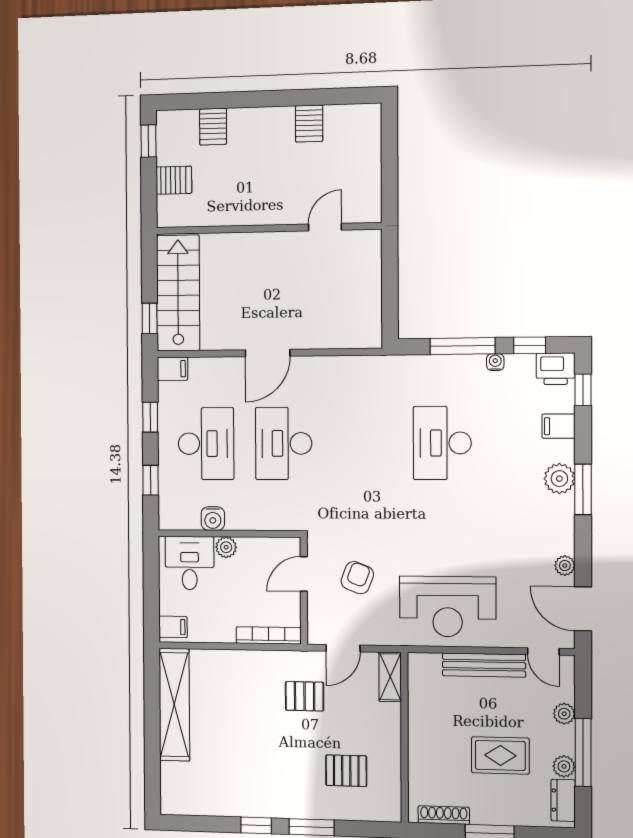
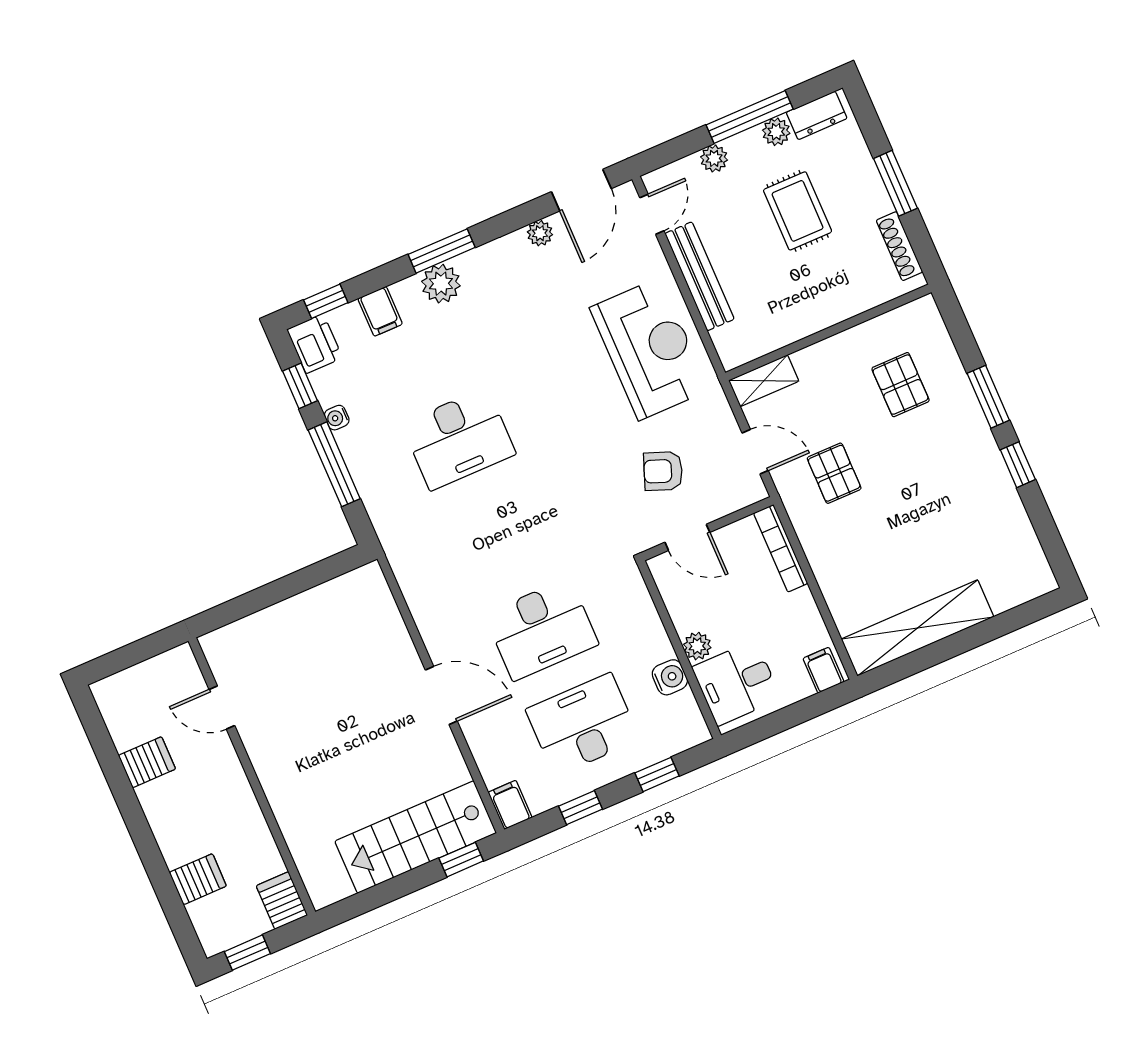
door: (325, 227) -> (222, 708), moved
wall: (268, 228) -> (252, 776), moved

